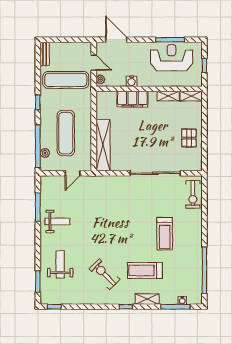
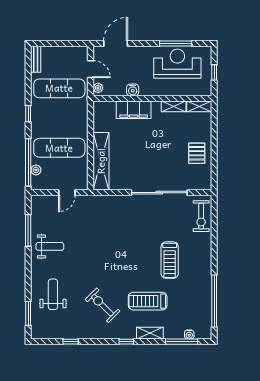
door: (116, 40) -> (116, 44), hinge flipped
exercise mat: (66, 133) -> (59, 148), turned 90
window: (54, 307) -> (71, 342), moved

